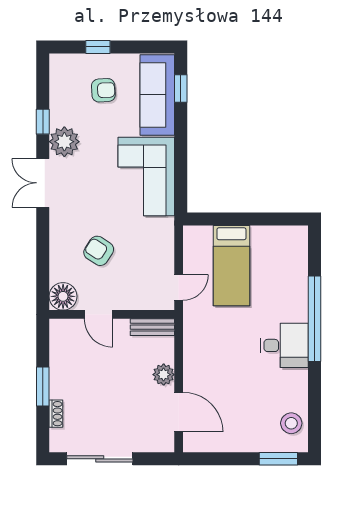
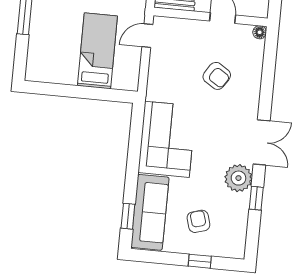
armchair: (103, 90) -> (198, 221), turned 77
floor lamp: (63, 296) -> (260, 32), width x0.53, depth x0.53

